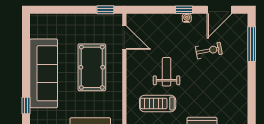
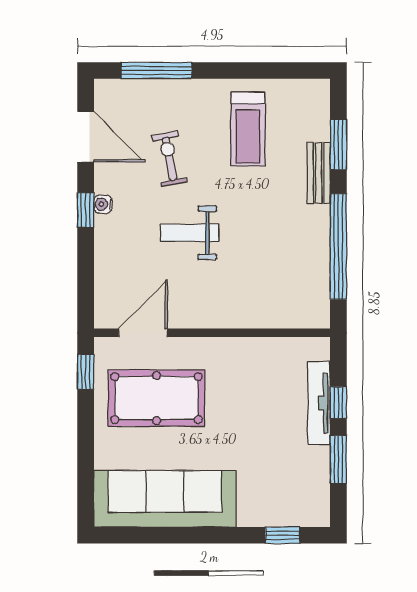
pool table: (92, 67) -> (156, 398), moved
weight bench: (167, 72) -> (190, 233), moved
sofa: (44, 73) -> (165, 499), moved
treadmill: (158, 103) -> (248, 129), moved

